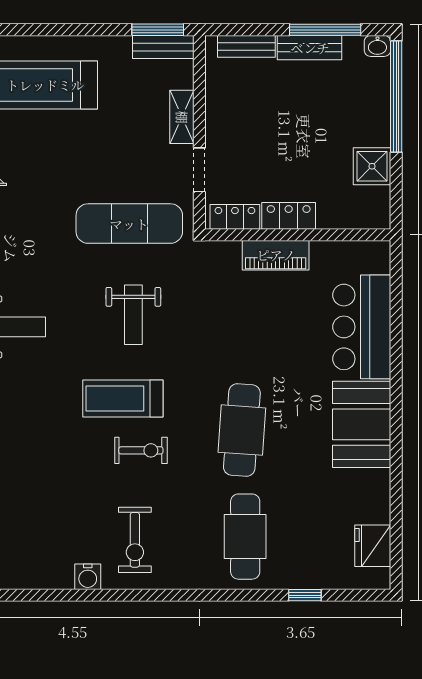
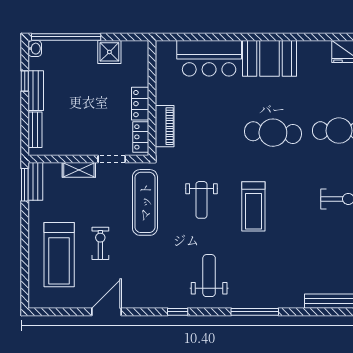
window: (325, 30) -> (25, 81), width x0.46
piano: (276, 255) -> (165, 126), moved
weight bench: (133, 315) -> (201, 200), turned 90
exercise bike: (141, 450) -> (100, 243), moved

